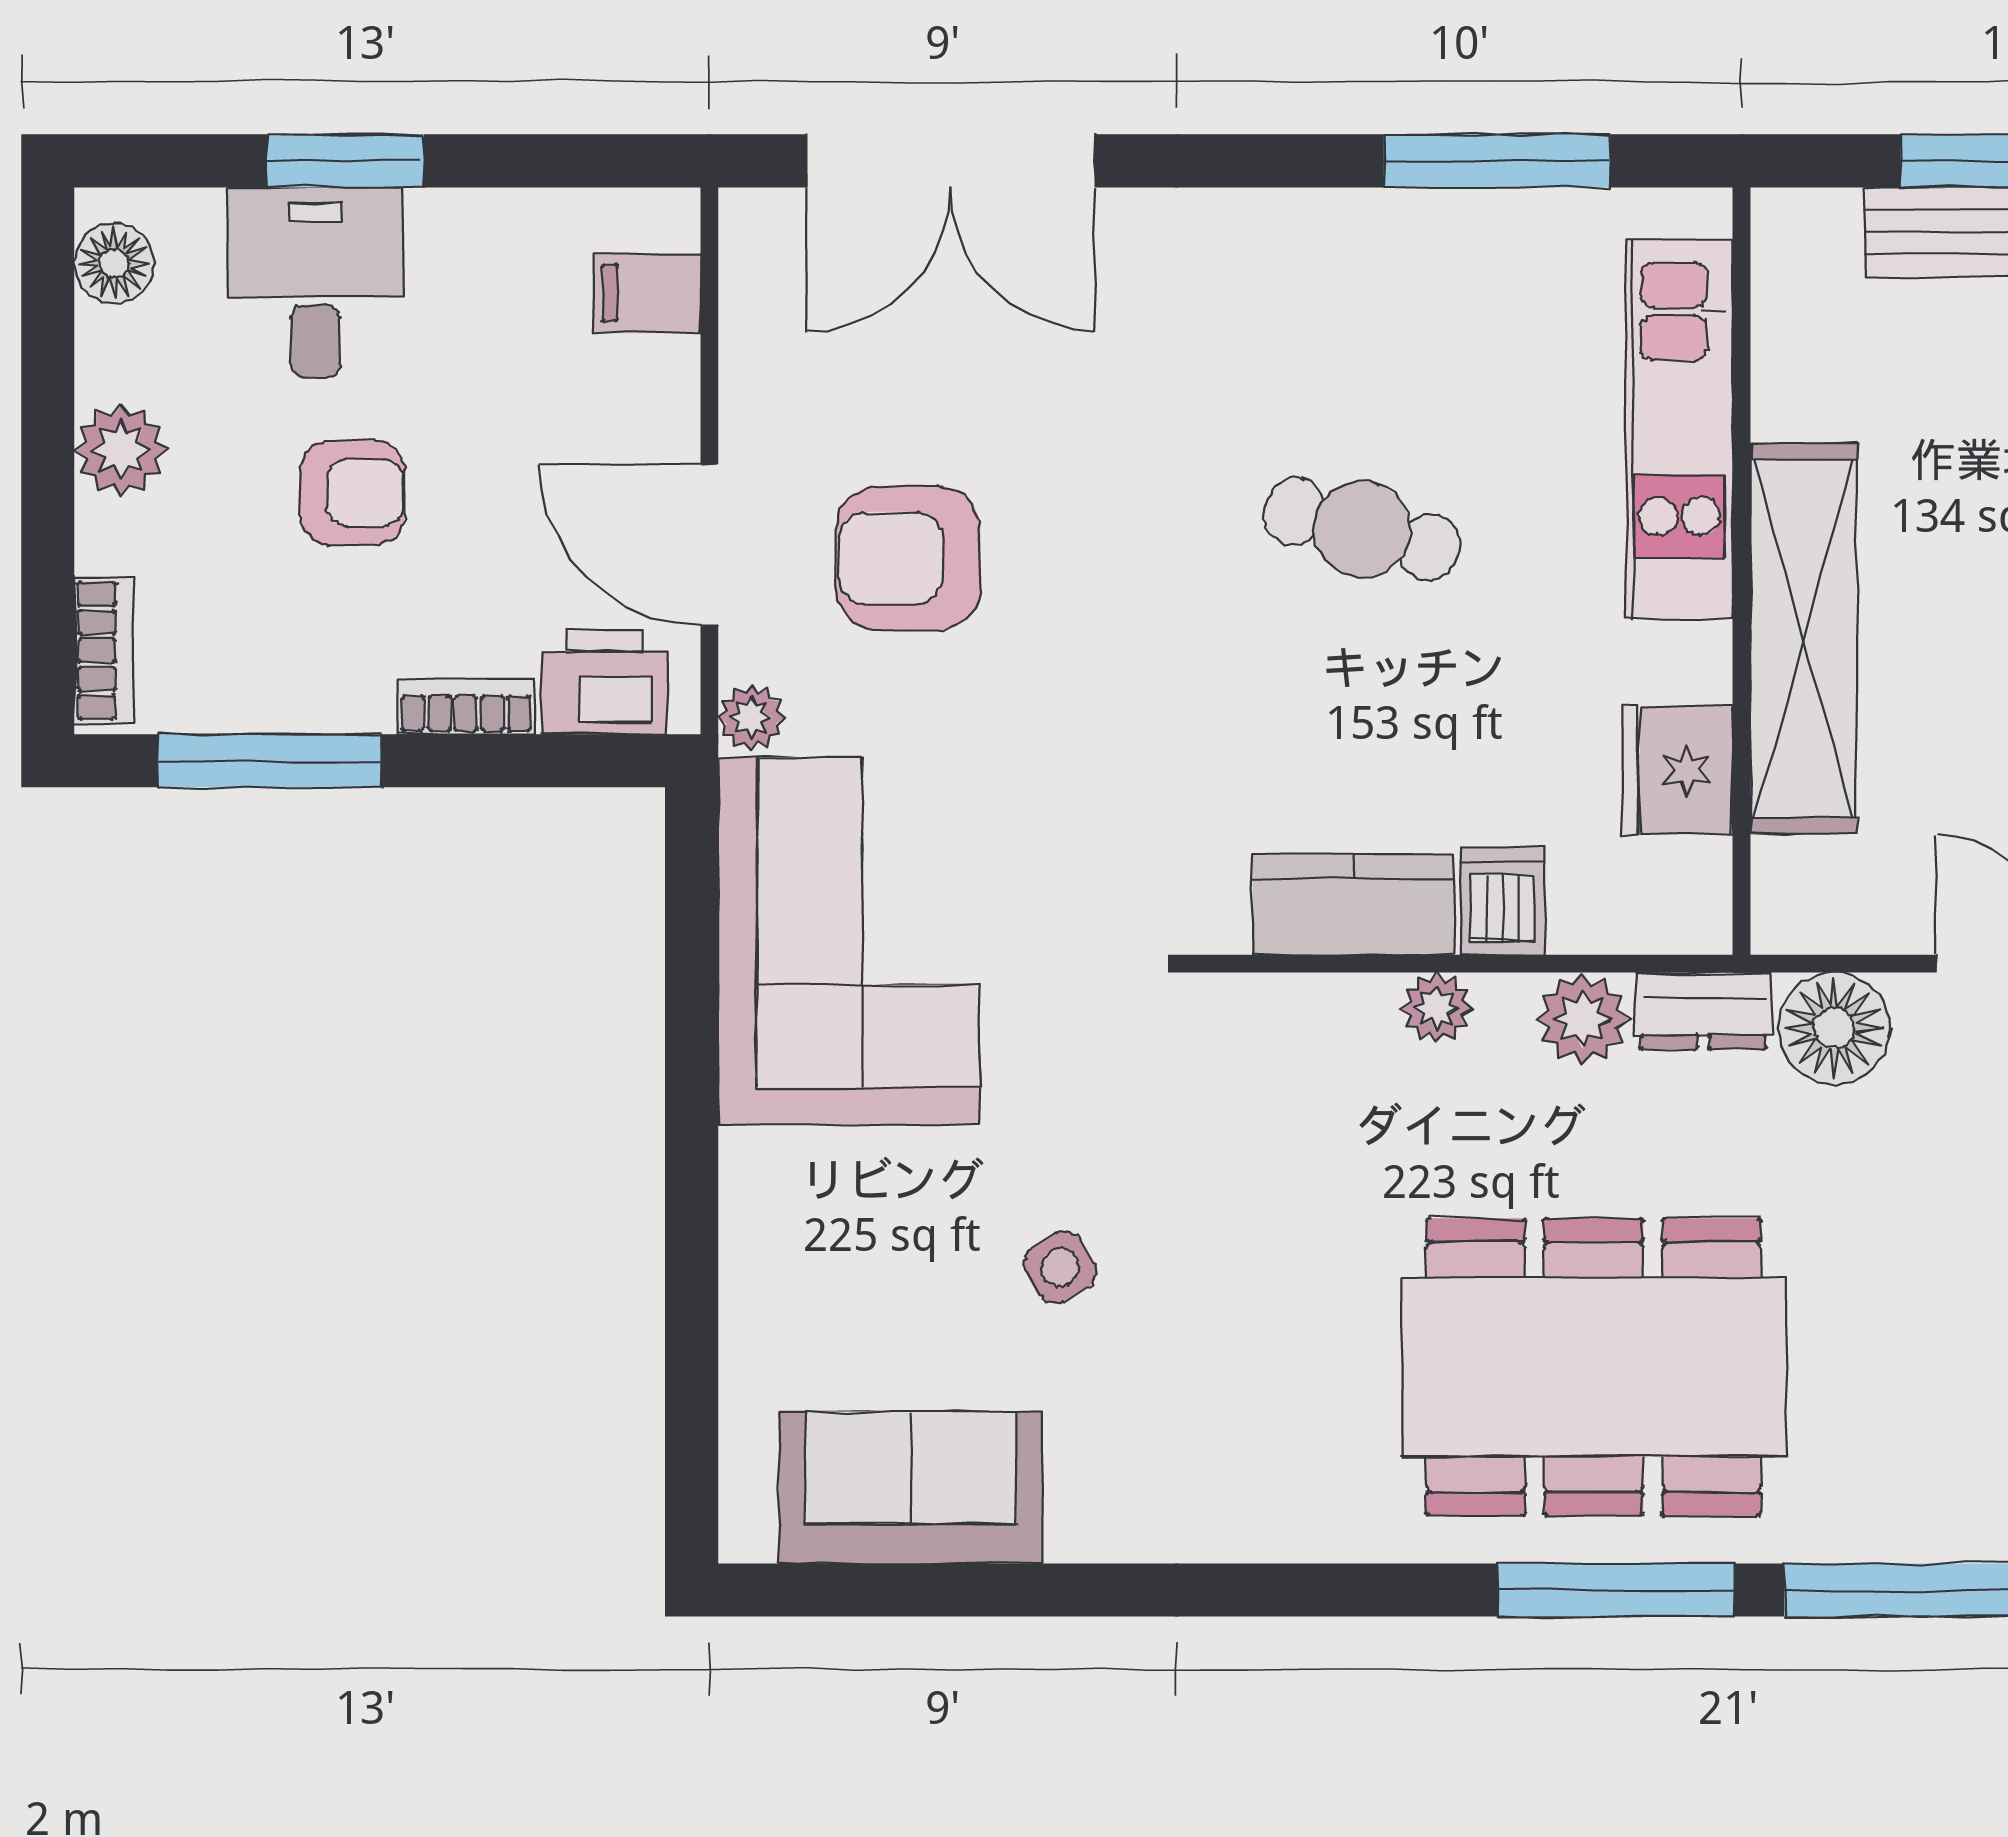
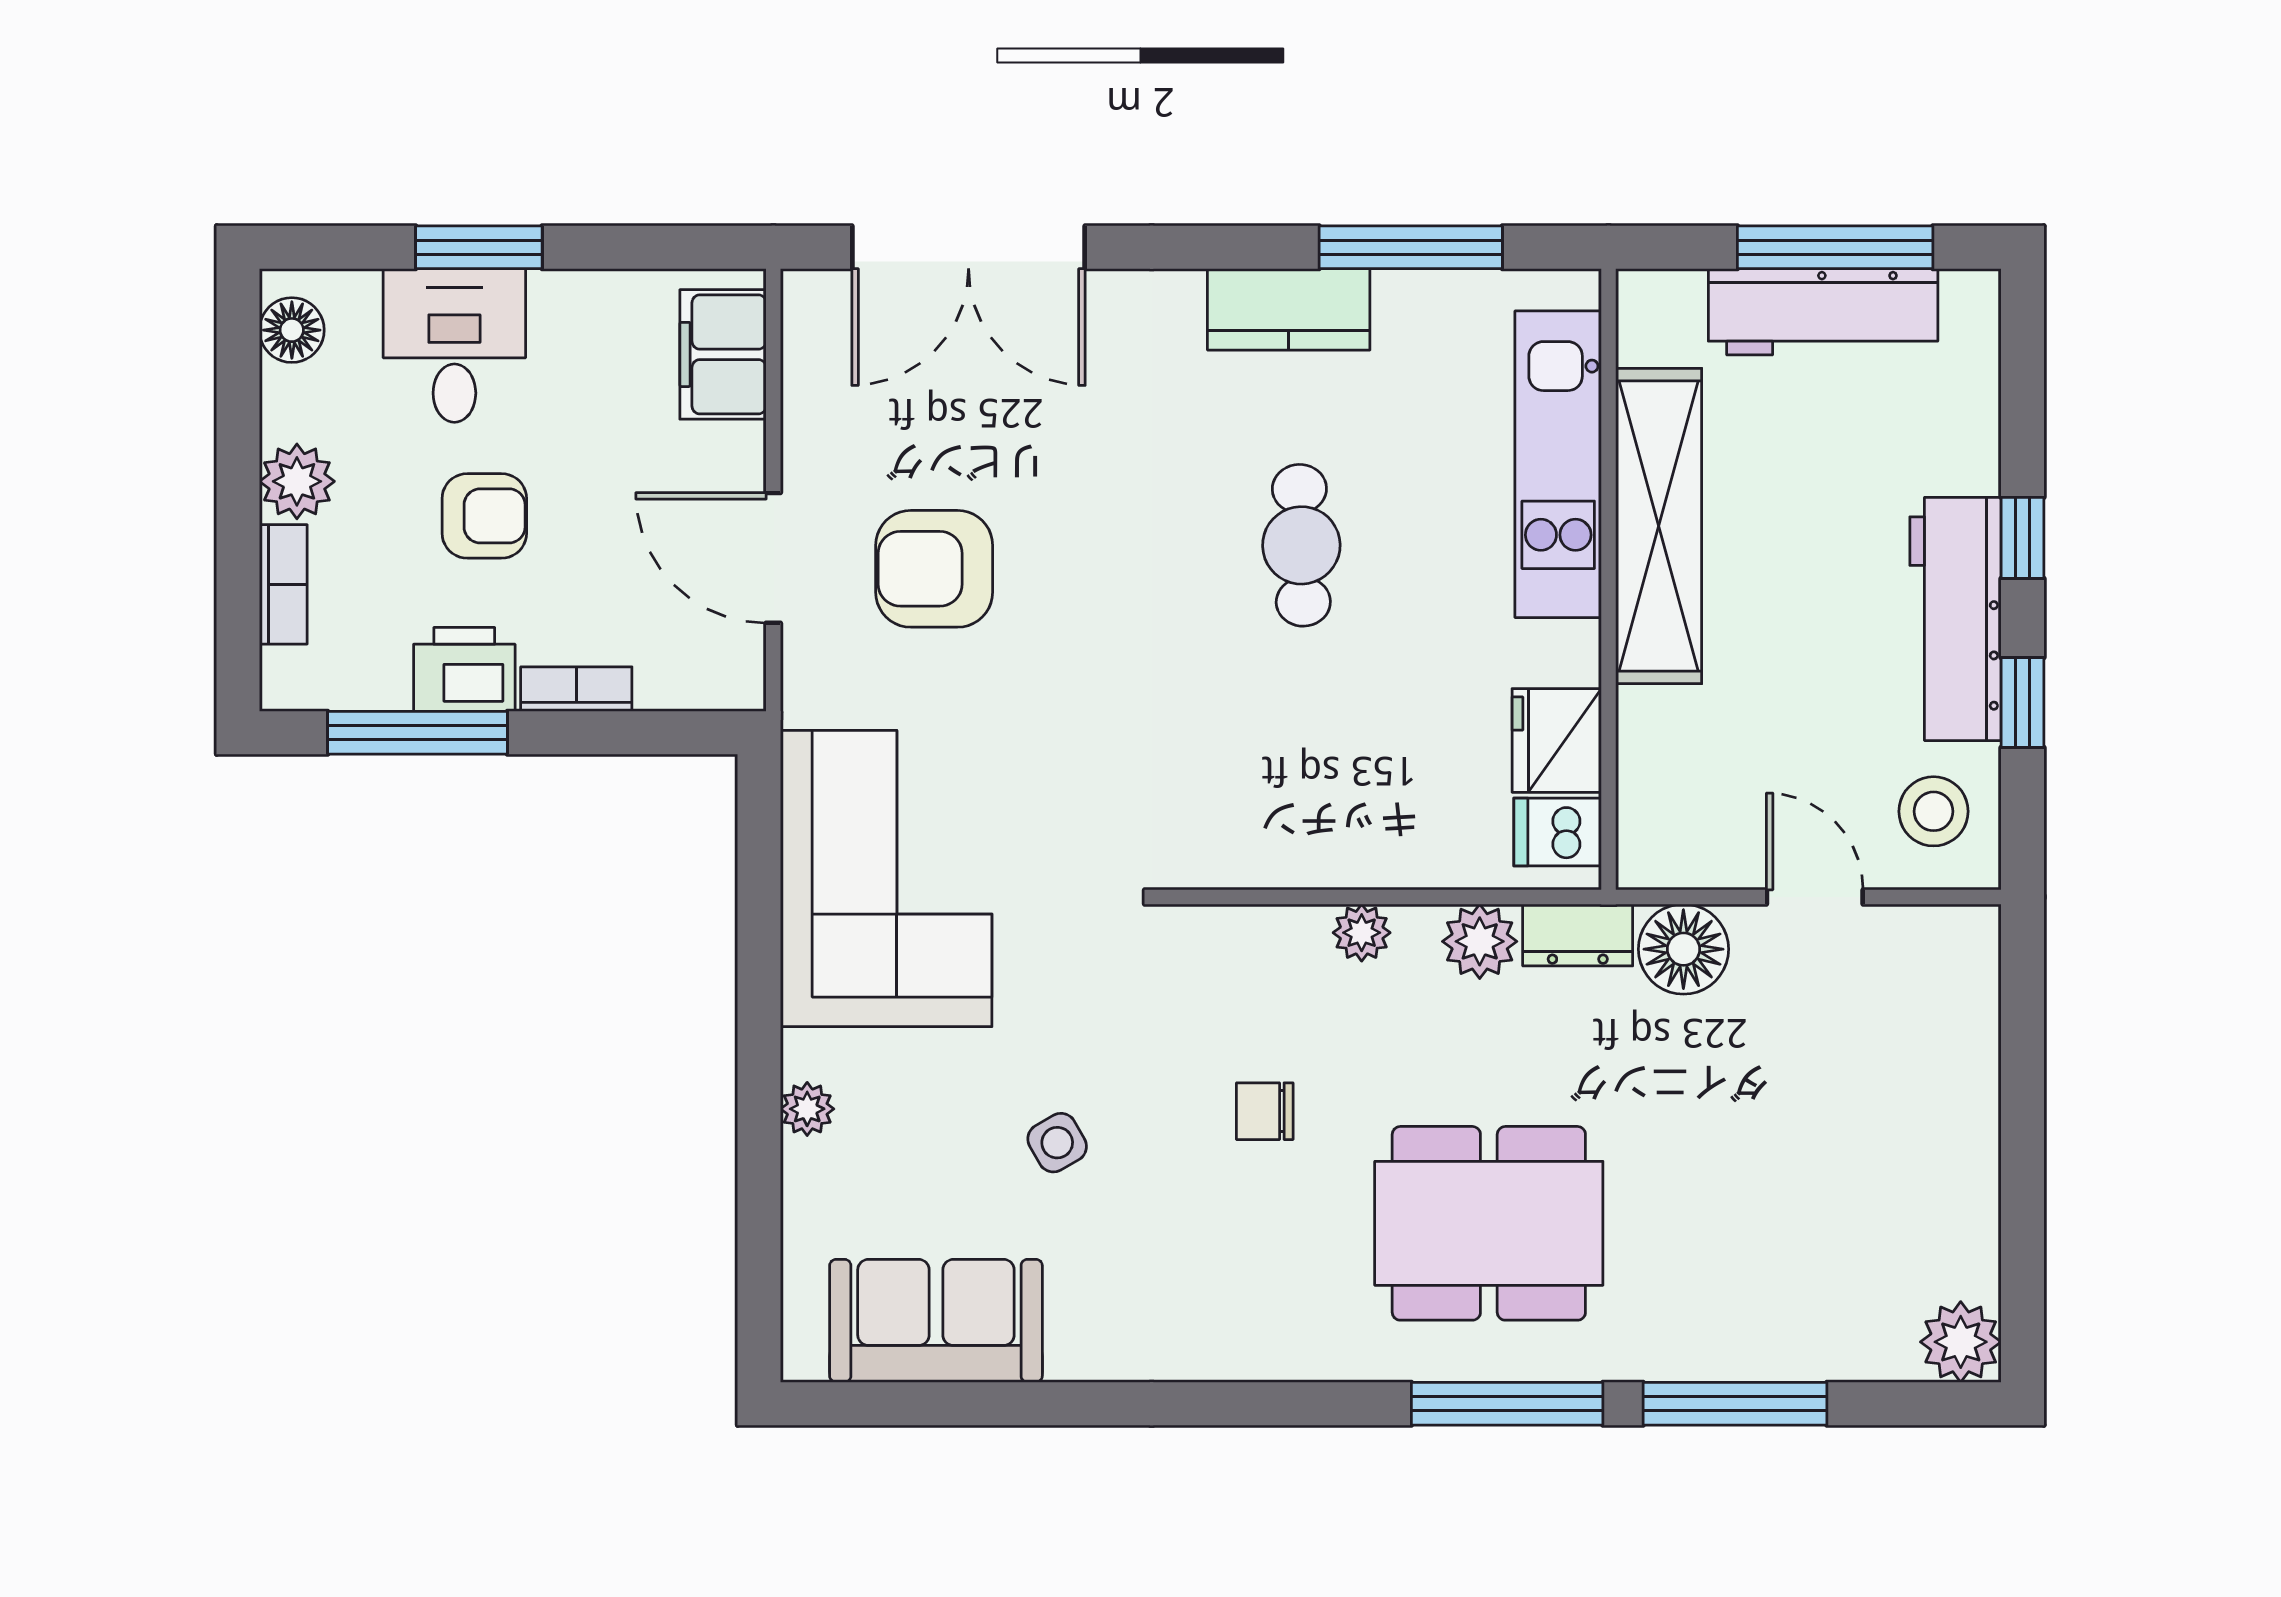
filing cabinet: (647, 293) -> (723, 354), width x2.00
cafe table: (1362, 529) -> (1301, 545), turned 73
shelving: (1803, 638) -> (1659, 526), moved
bookcase: (104, 650) -> (283, 584), moved
printer: (604, 682) -> (464, 669), moved
plant: (751, 718) -> (807, 1109), moved
dishwasher: (1503, 901) -> (1558, 832), moved, turned -90
kitchen counter: (1353, 905) -> (1289, 309), moved, turned 180
chair: (1317, 1228) -> (1265, 1111), added
dining table: (1594, 1367) -> (1489, 1223), width x0.73, depth x0.80

